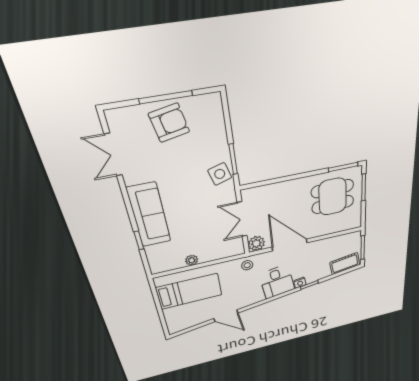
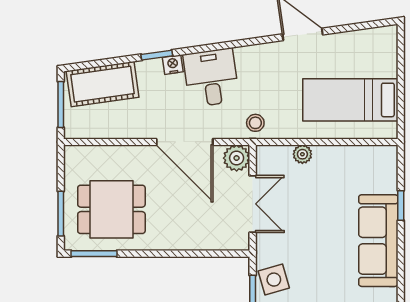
plant: (192, 260) -> (302, 154), moved
cot: (345, 264) -> (103, 84), width x1.37, depth x1.34

